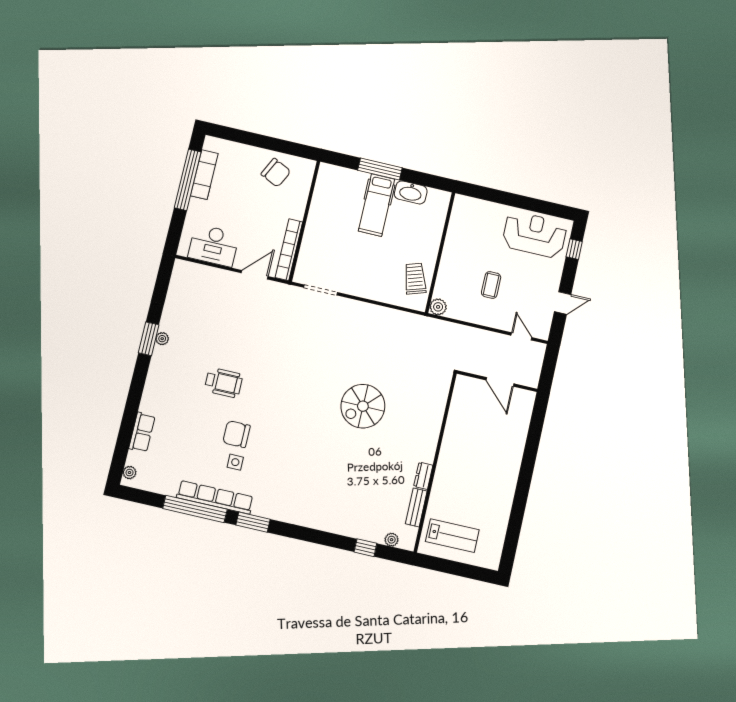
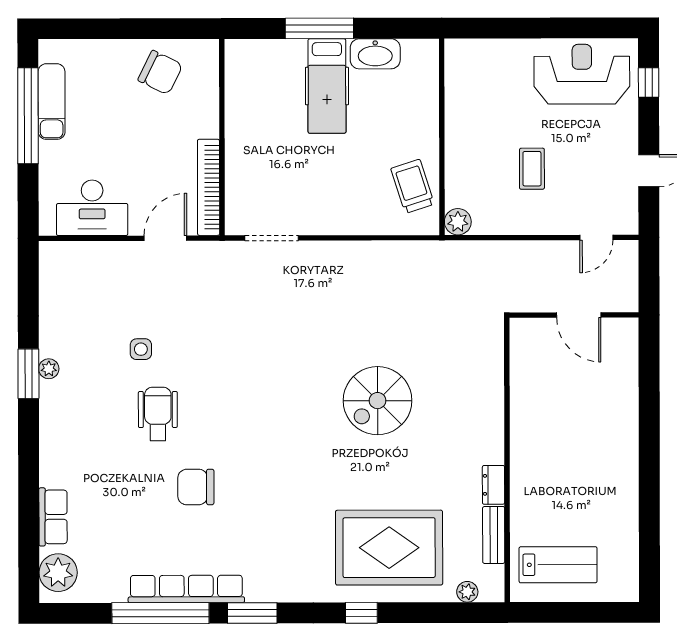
door: (521, 336) -> (596, 237), swing flipped
wheelchair: (224, 383) -> (158, 414), turned -90
side table: (235, 462) -> (141, 349), moved
plant: (129, 473) -> (58, 573), width x1.88, depth x1.88
rug: (349, 500) -> (389, 548), added
window: (365, 548) -> (361, 613), moved

